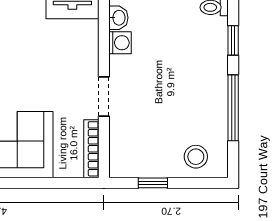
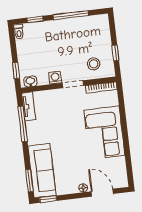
washing machine: (120, 43) -> (55, 78), moved
stool: (196, 157) -> (94, 64), moved

